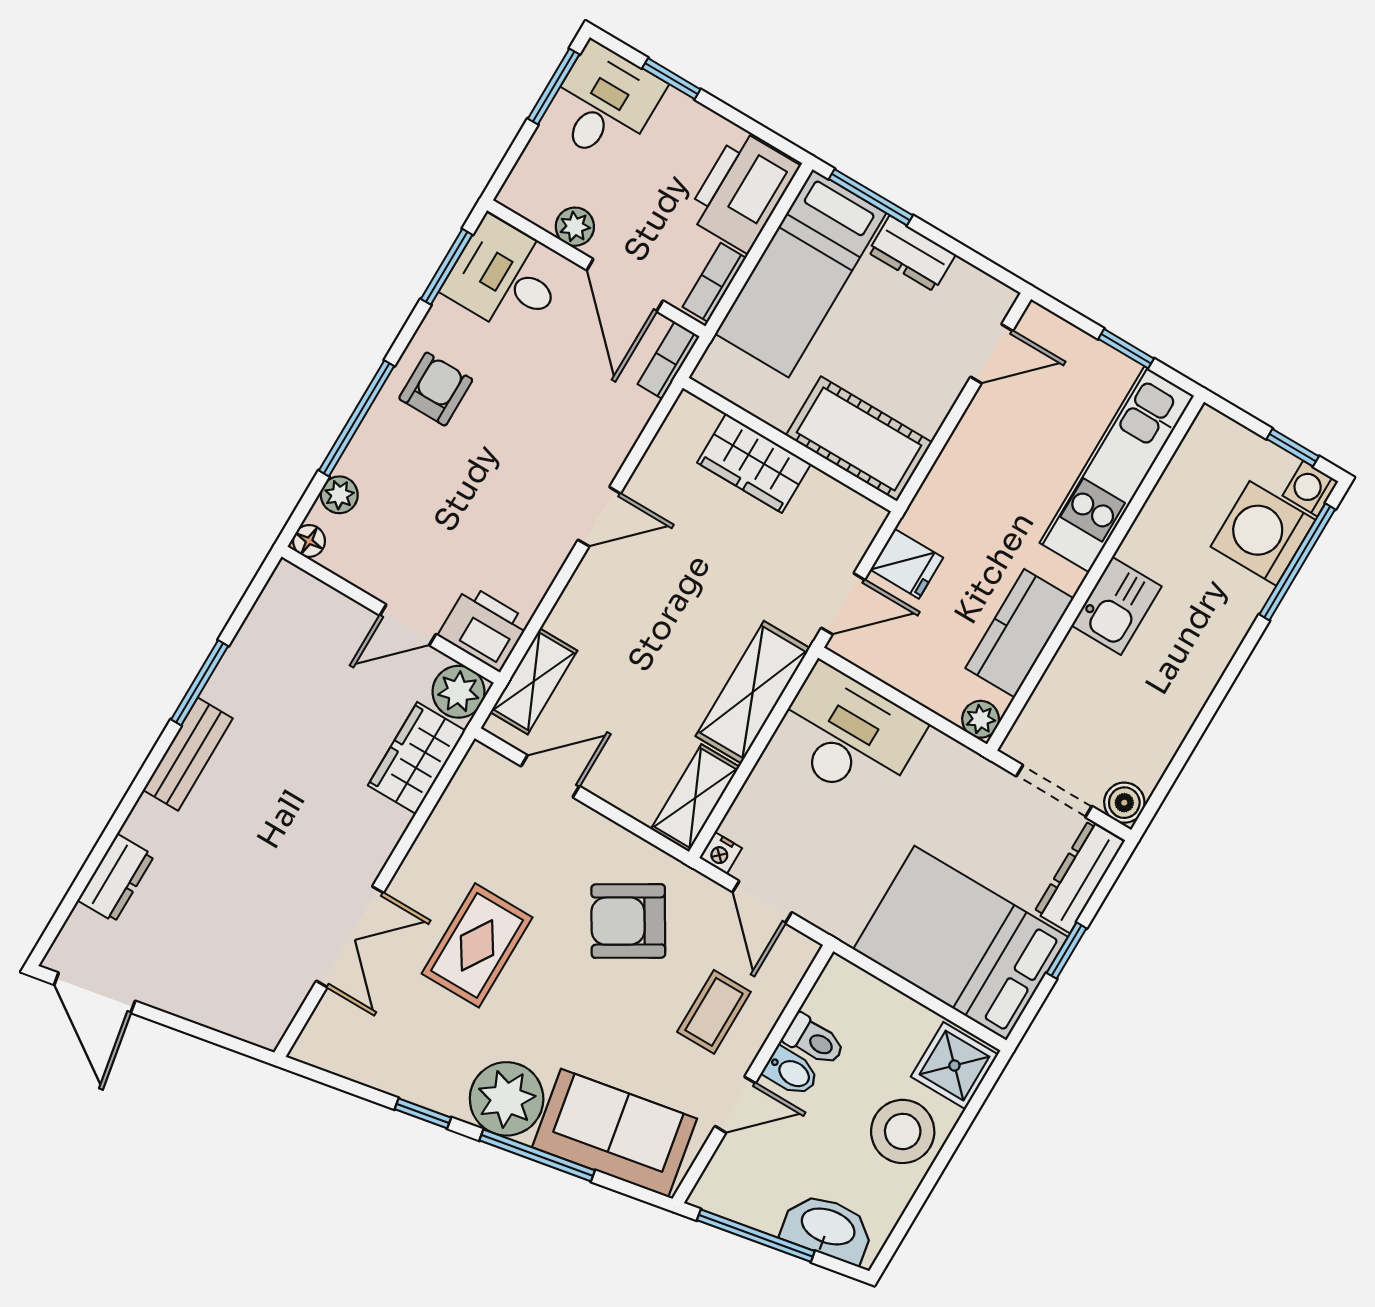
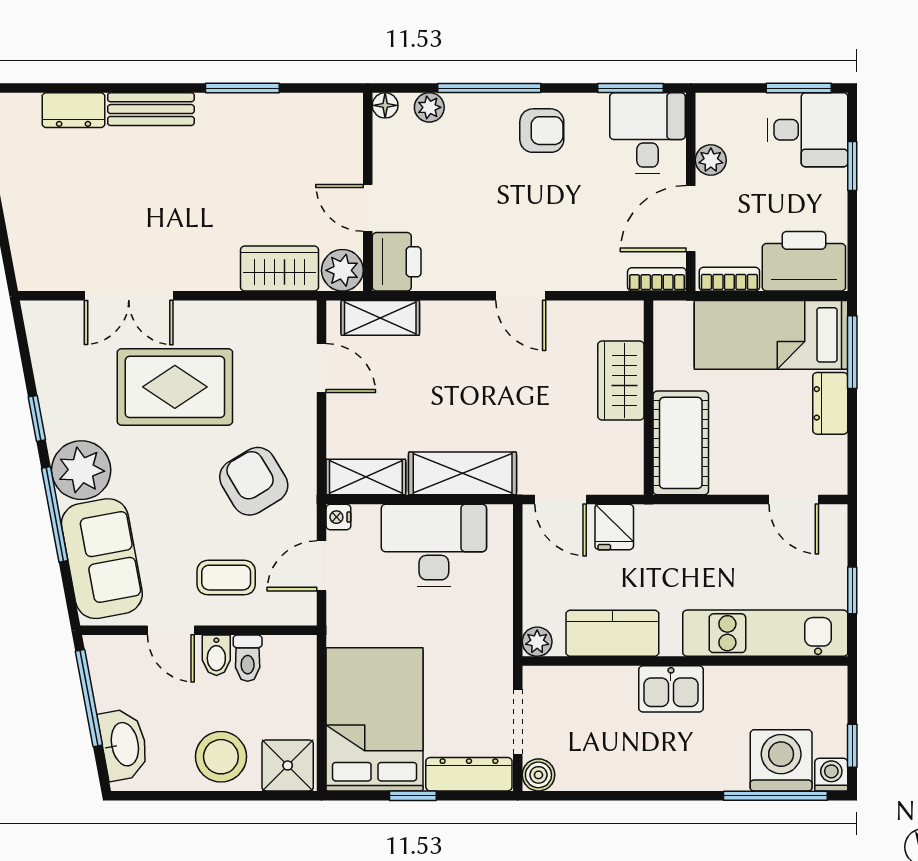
desk: (848, 735) -> (434, 545), moved, turned -90
bench: (188, 754) -> (151, 109), moved
rug: (477, 945) -> (175, 387), width x1.36, depth x1.43

